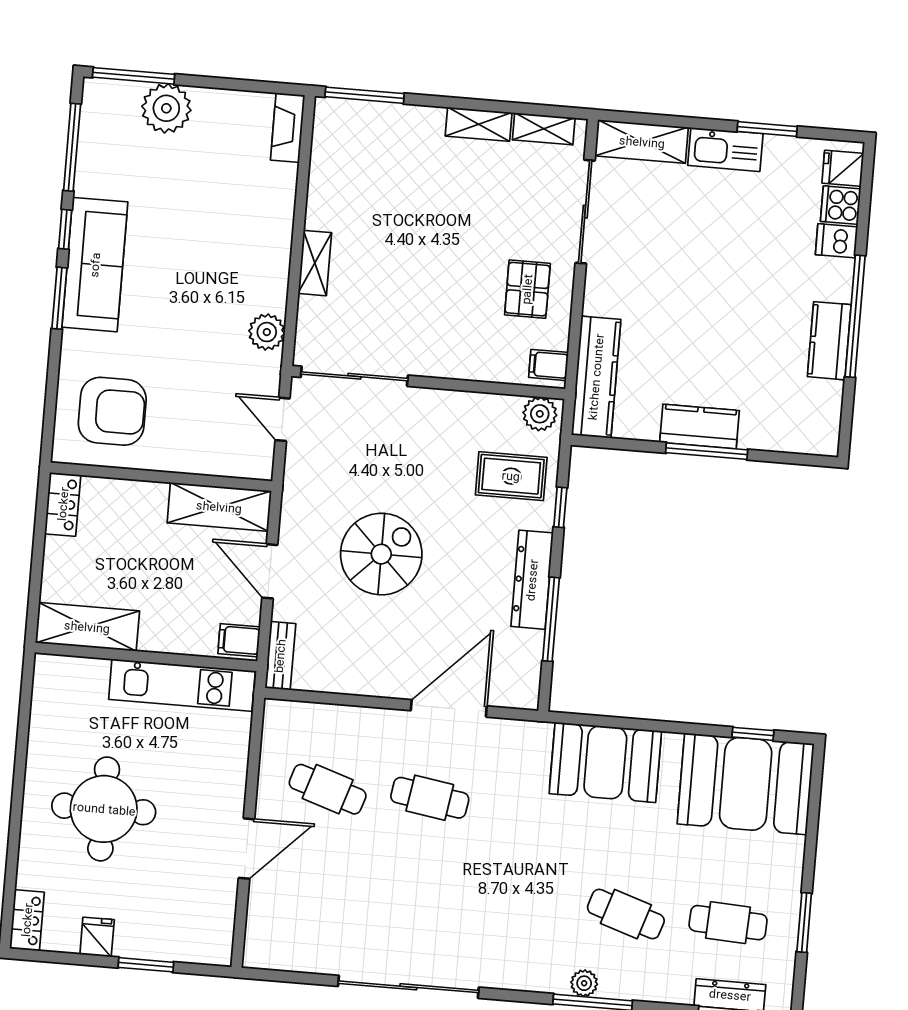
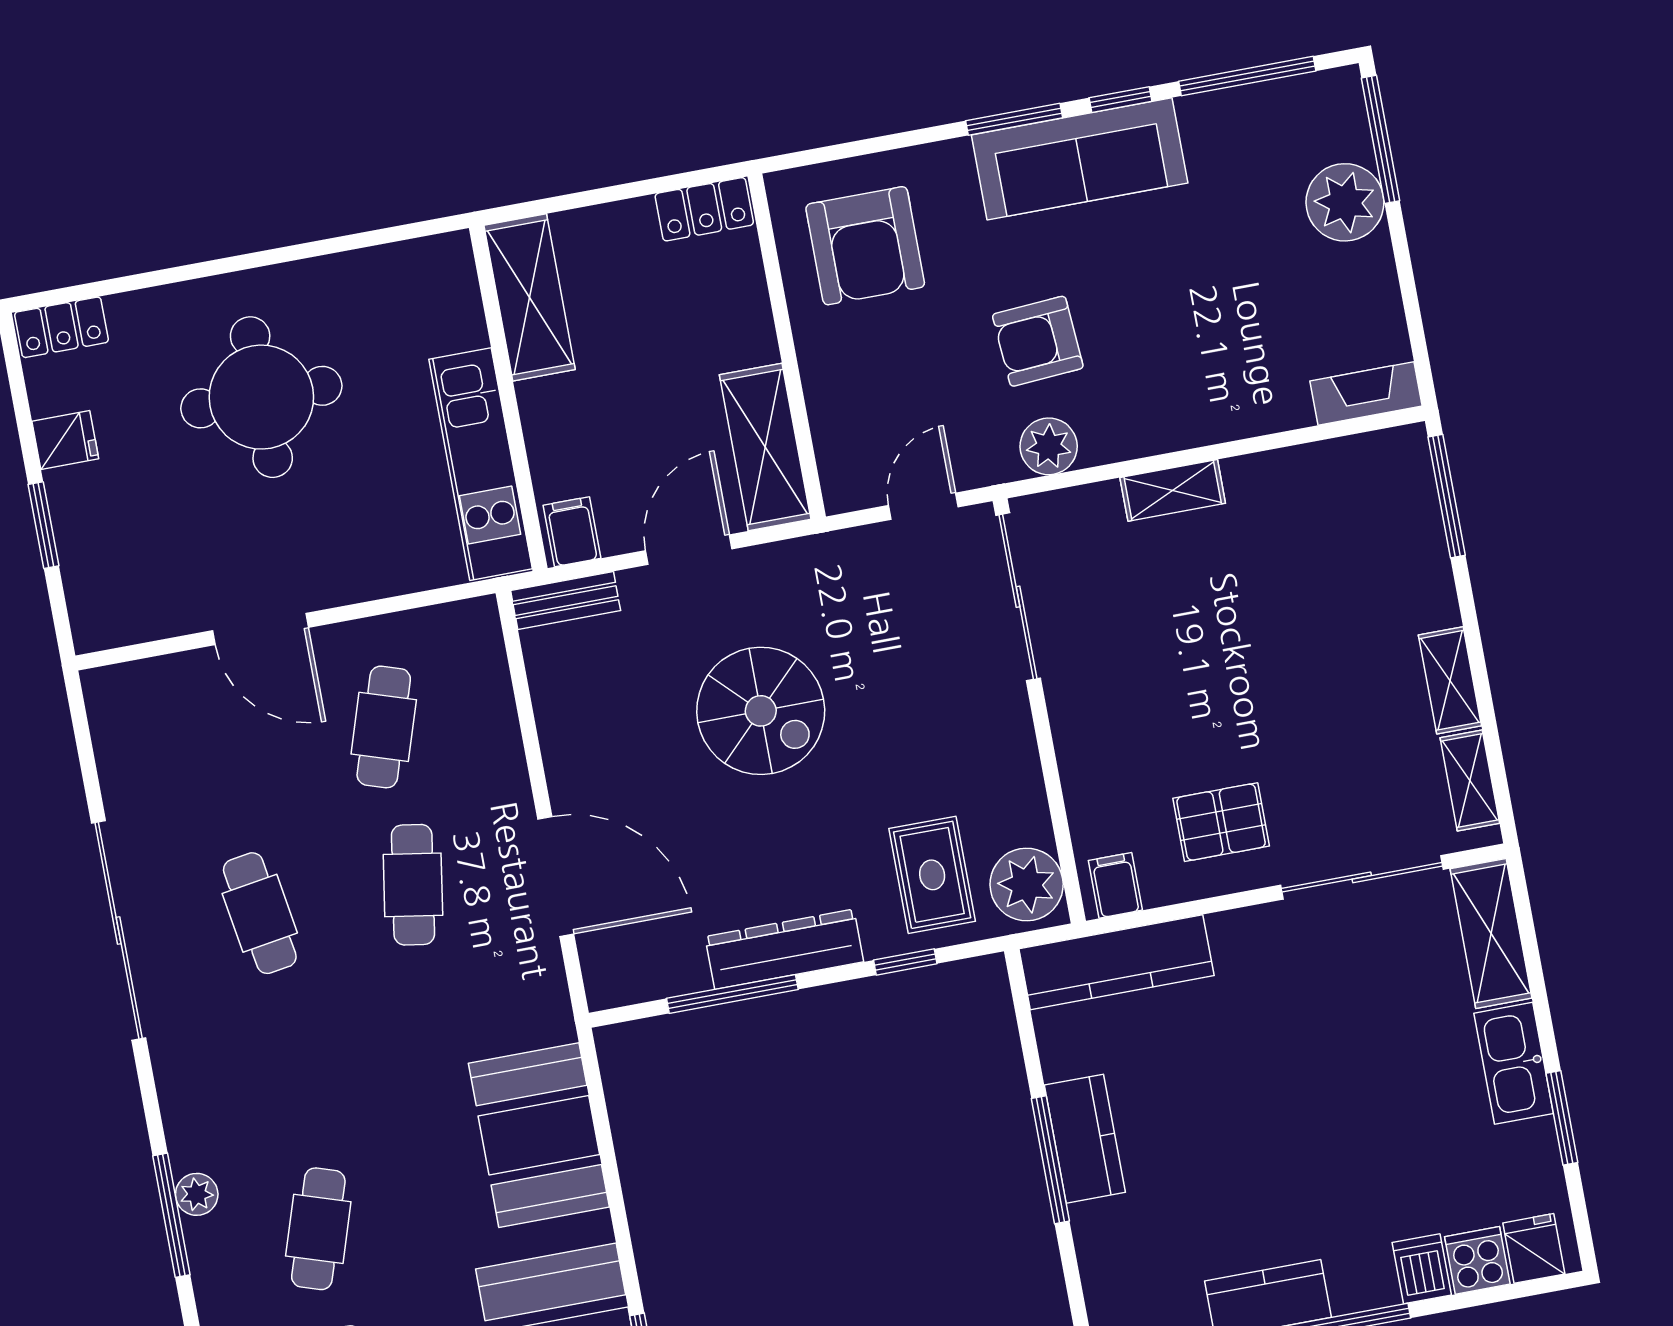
armchair: (200, 321) -> (1038, 341), added
plant: (540, 414) -> (1027, 885), width x1.36, depth x1.36
cafe table: (421, 897) -> (260, 913), added

